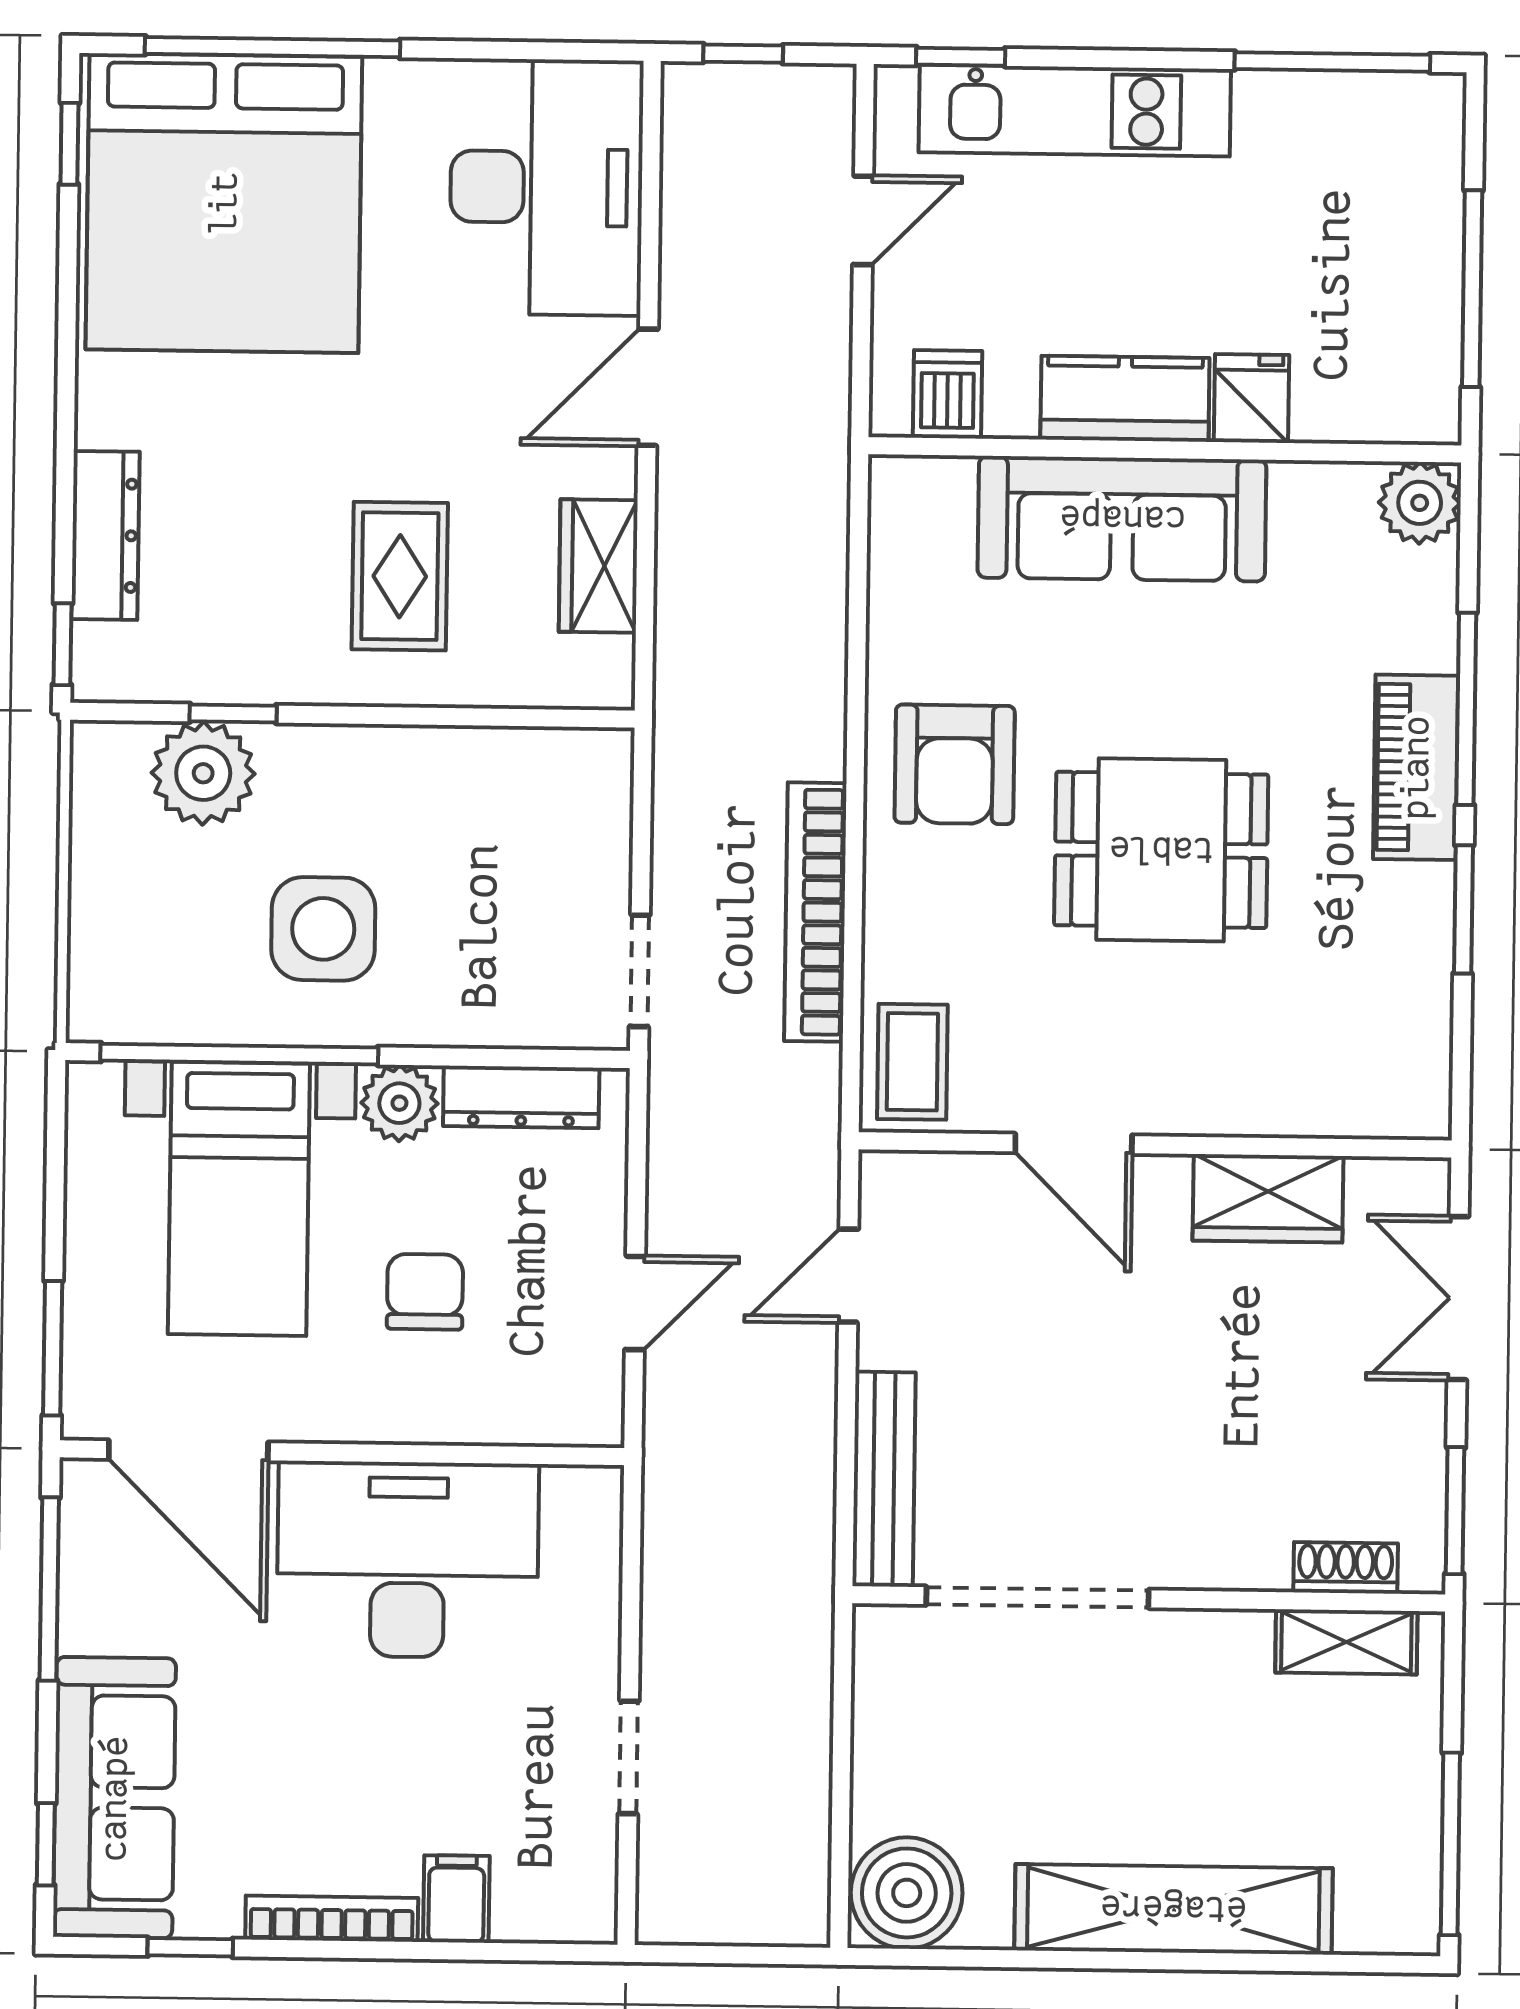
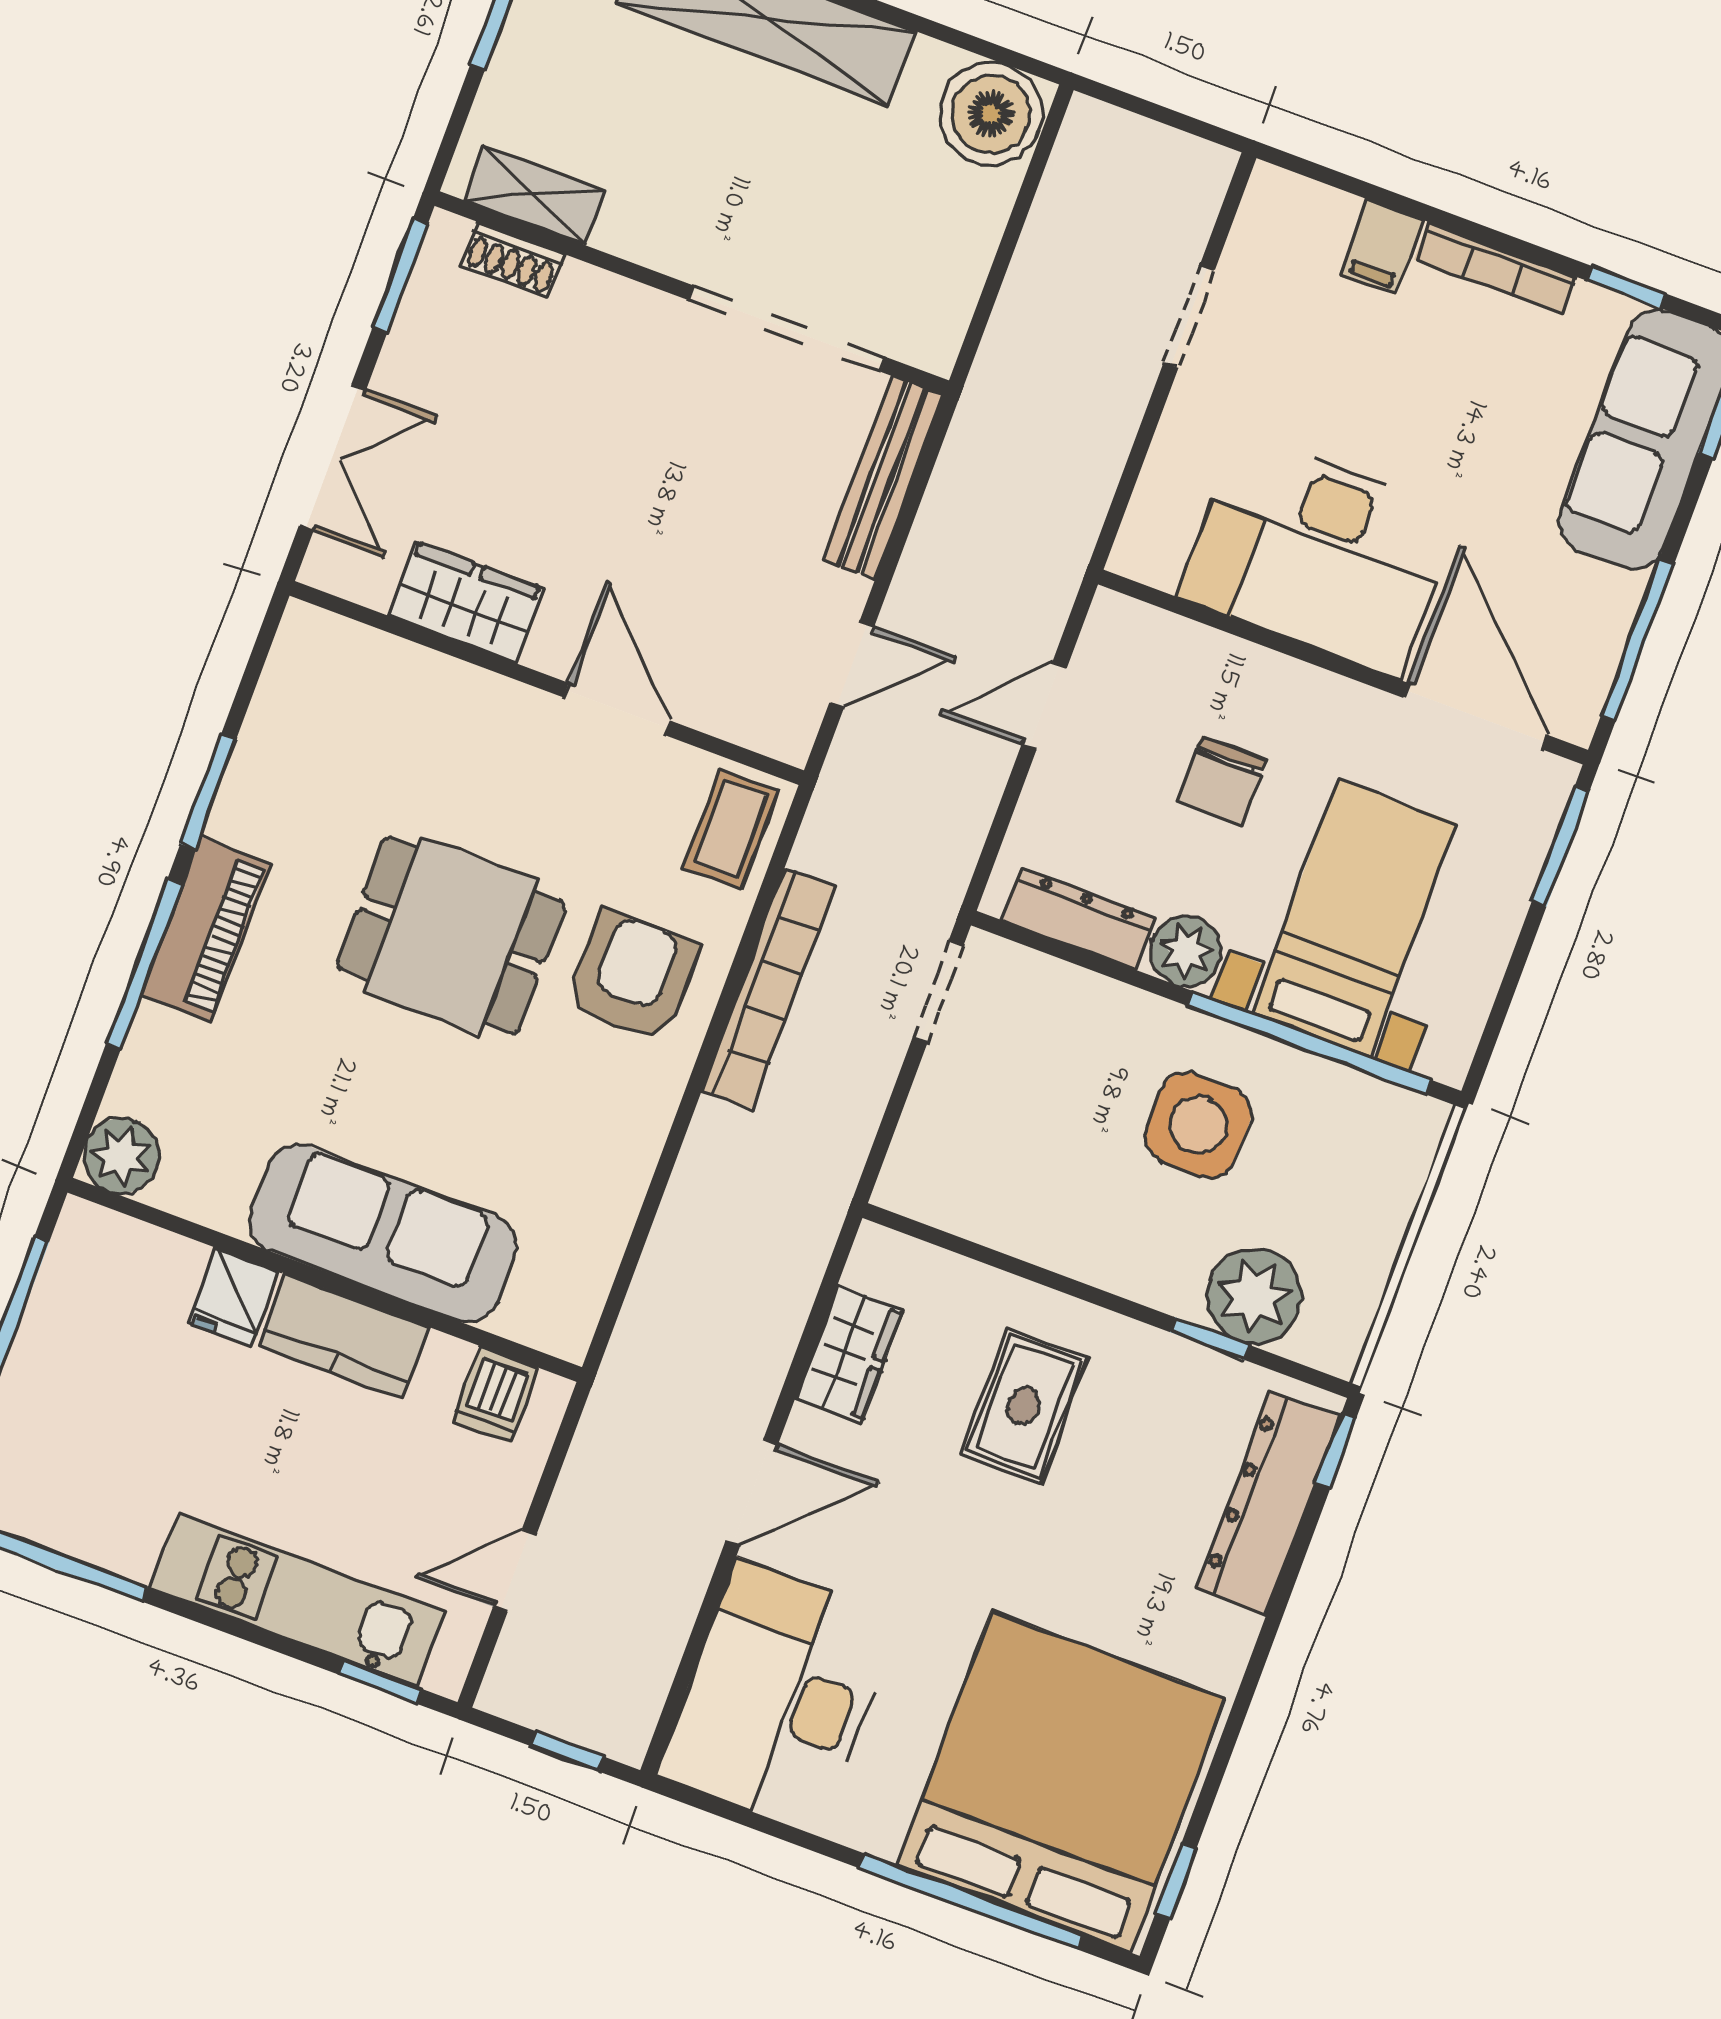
dresser: (105, 535) -> (1268, 1502), width x1.37, depth x1.24
armchair: (955, 764) -> (632, 976), moved

